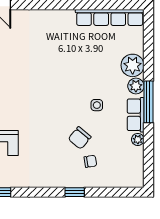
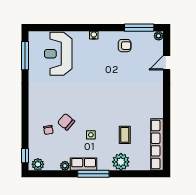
coffee table: (97, 60) -> (125, 135), added
plant: (136, 86) -> (38, 164), moved
window: (75, 192) -> (25, 156), moved

